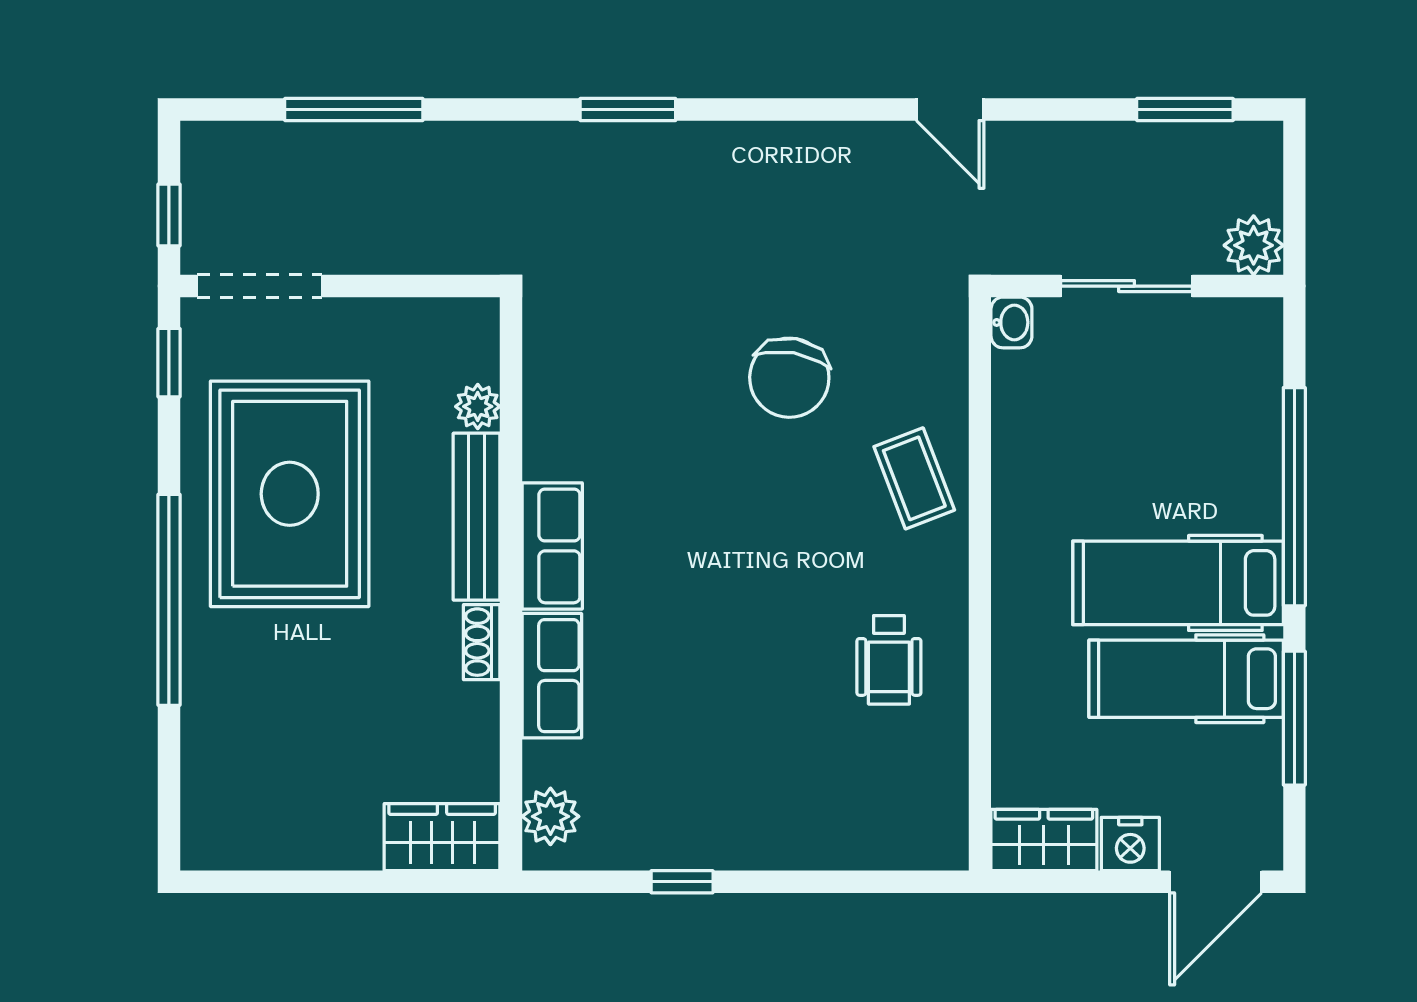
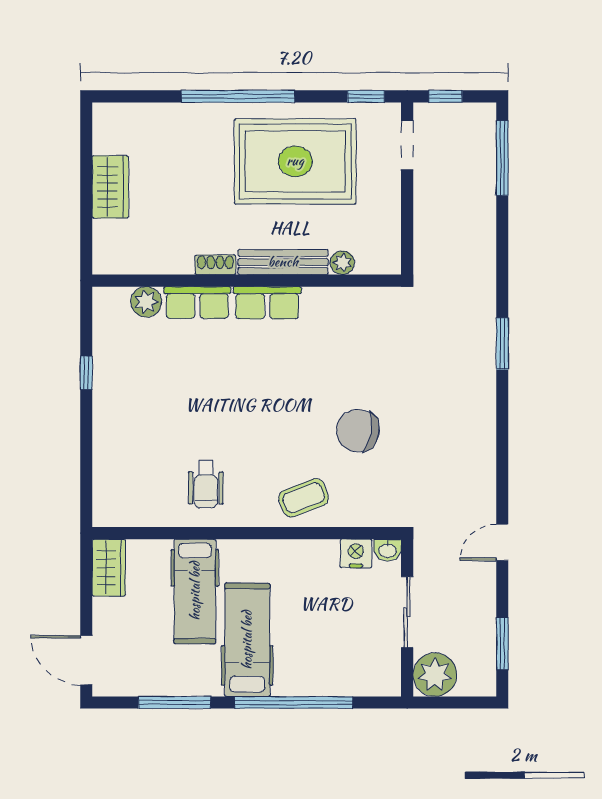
window: (354, 110) -> (502, 158), moved
door: (950, 110) -> (502, 542), moved
plant: (1254, 245) -> (435, 675), width x1.36, depth x1.36
doorway: (259, 286) -> (407, 145), width x0.73
wheelchair: (889, 660) -> (206, 484), turned -90
hospital bed: (1186, 679) -> (195, 591), moved, turned 180
plant: (550, 816) -> (146, 302), moved
wardrobe: (442, 837) -> (110, 187), moved
nightstand: (1130, 844) -> (356, 553), moved, turned 90

